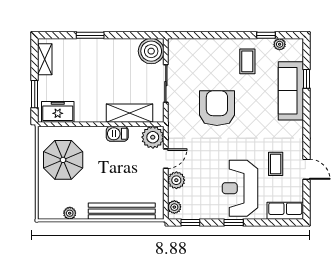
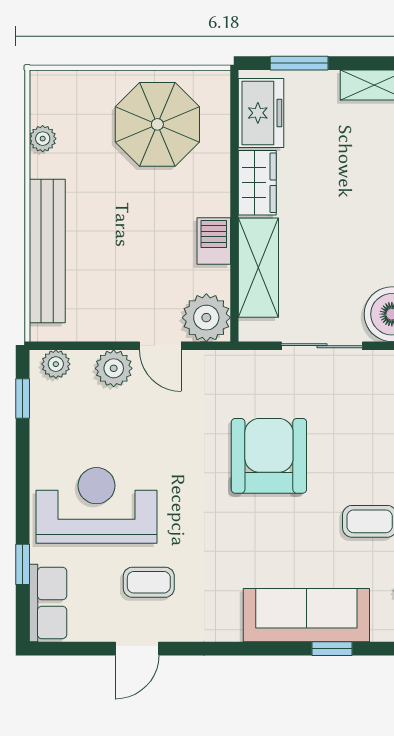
armchair: (217, 108) -> (269, 456), turned -90
wardrobe: (90, 114) -> (257, 183), added
window: (234, 223) -> (23, 564), moved

